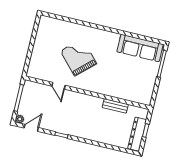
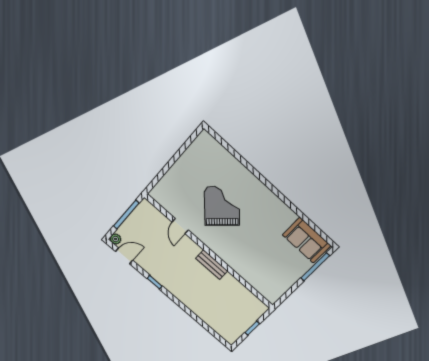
sofa: (140, 48) -> (307, 240), width x0.73
bench: (115, 106) -> (212, 265), moved
dresser: (137, 134) -> (241, 327), removed

